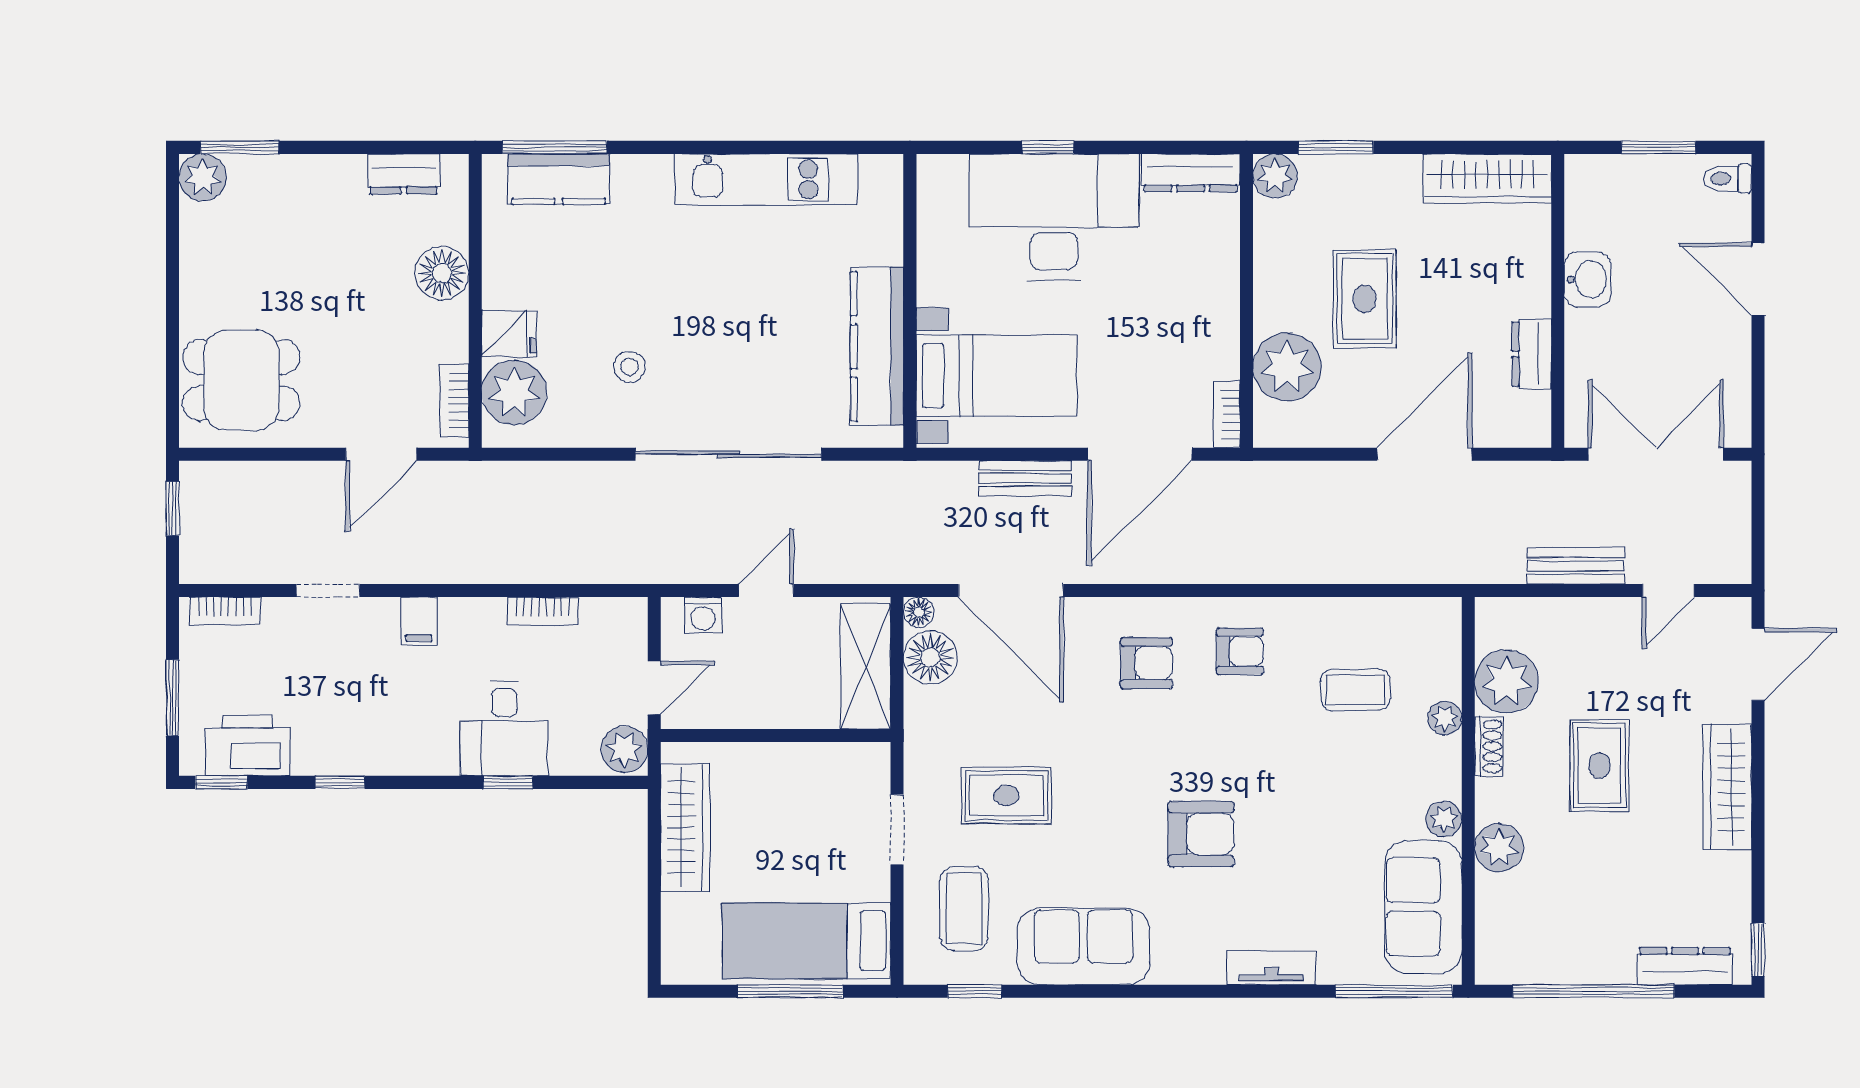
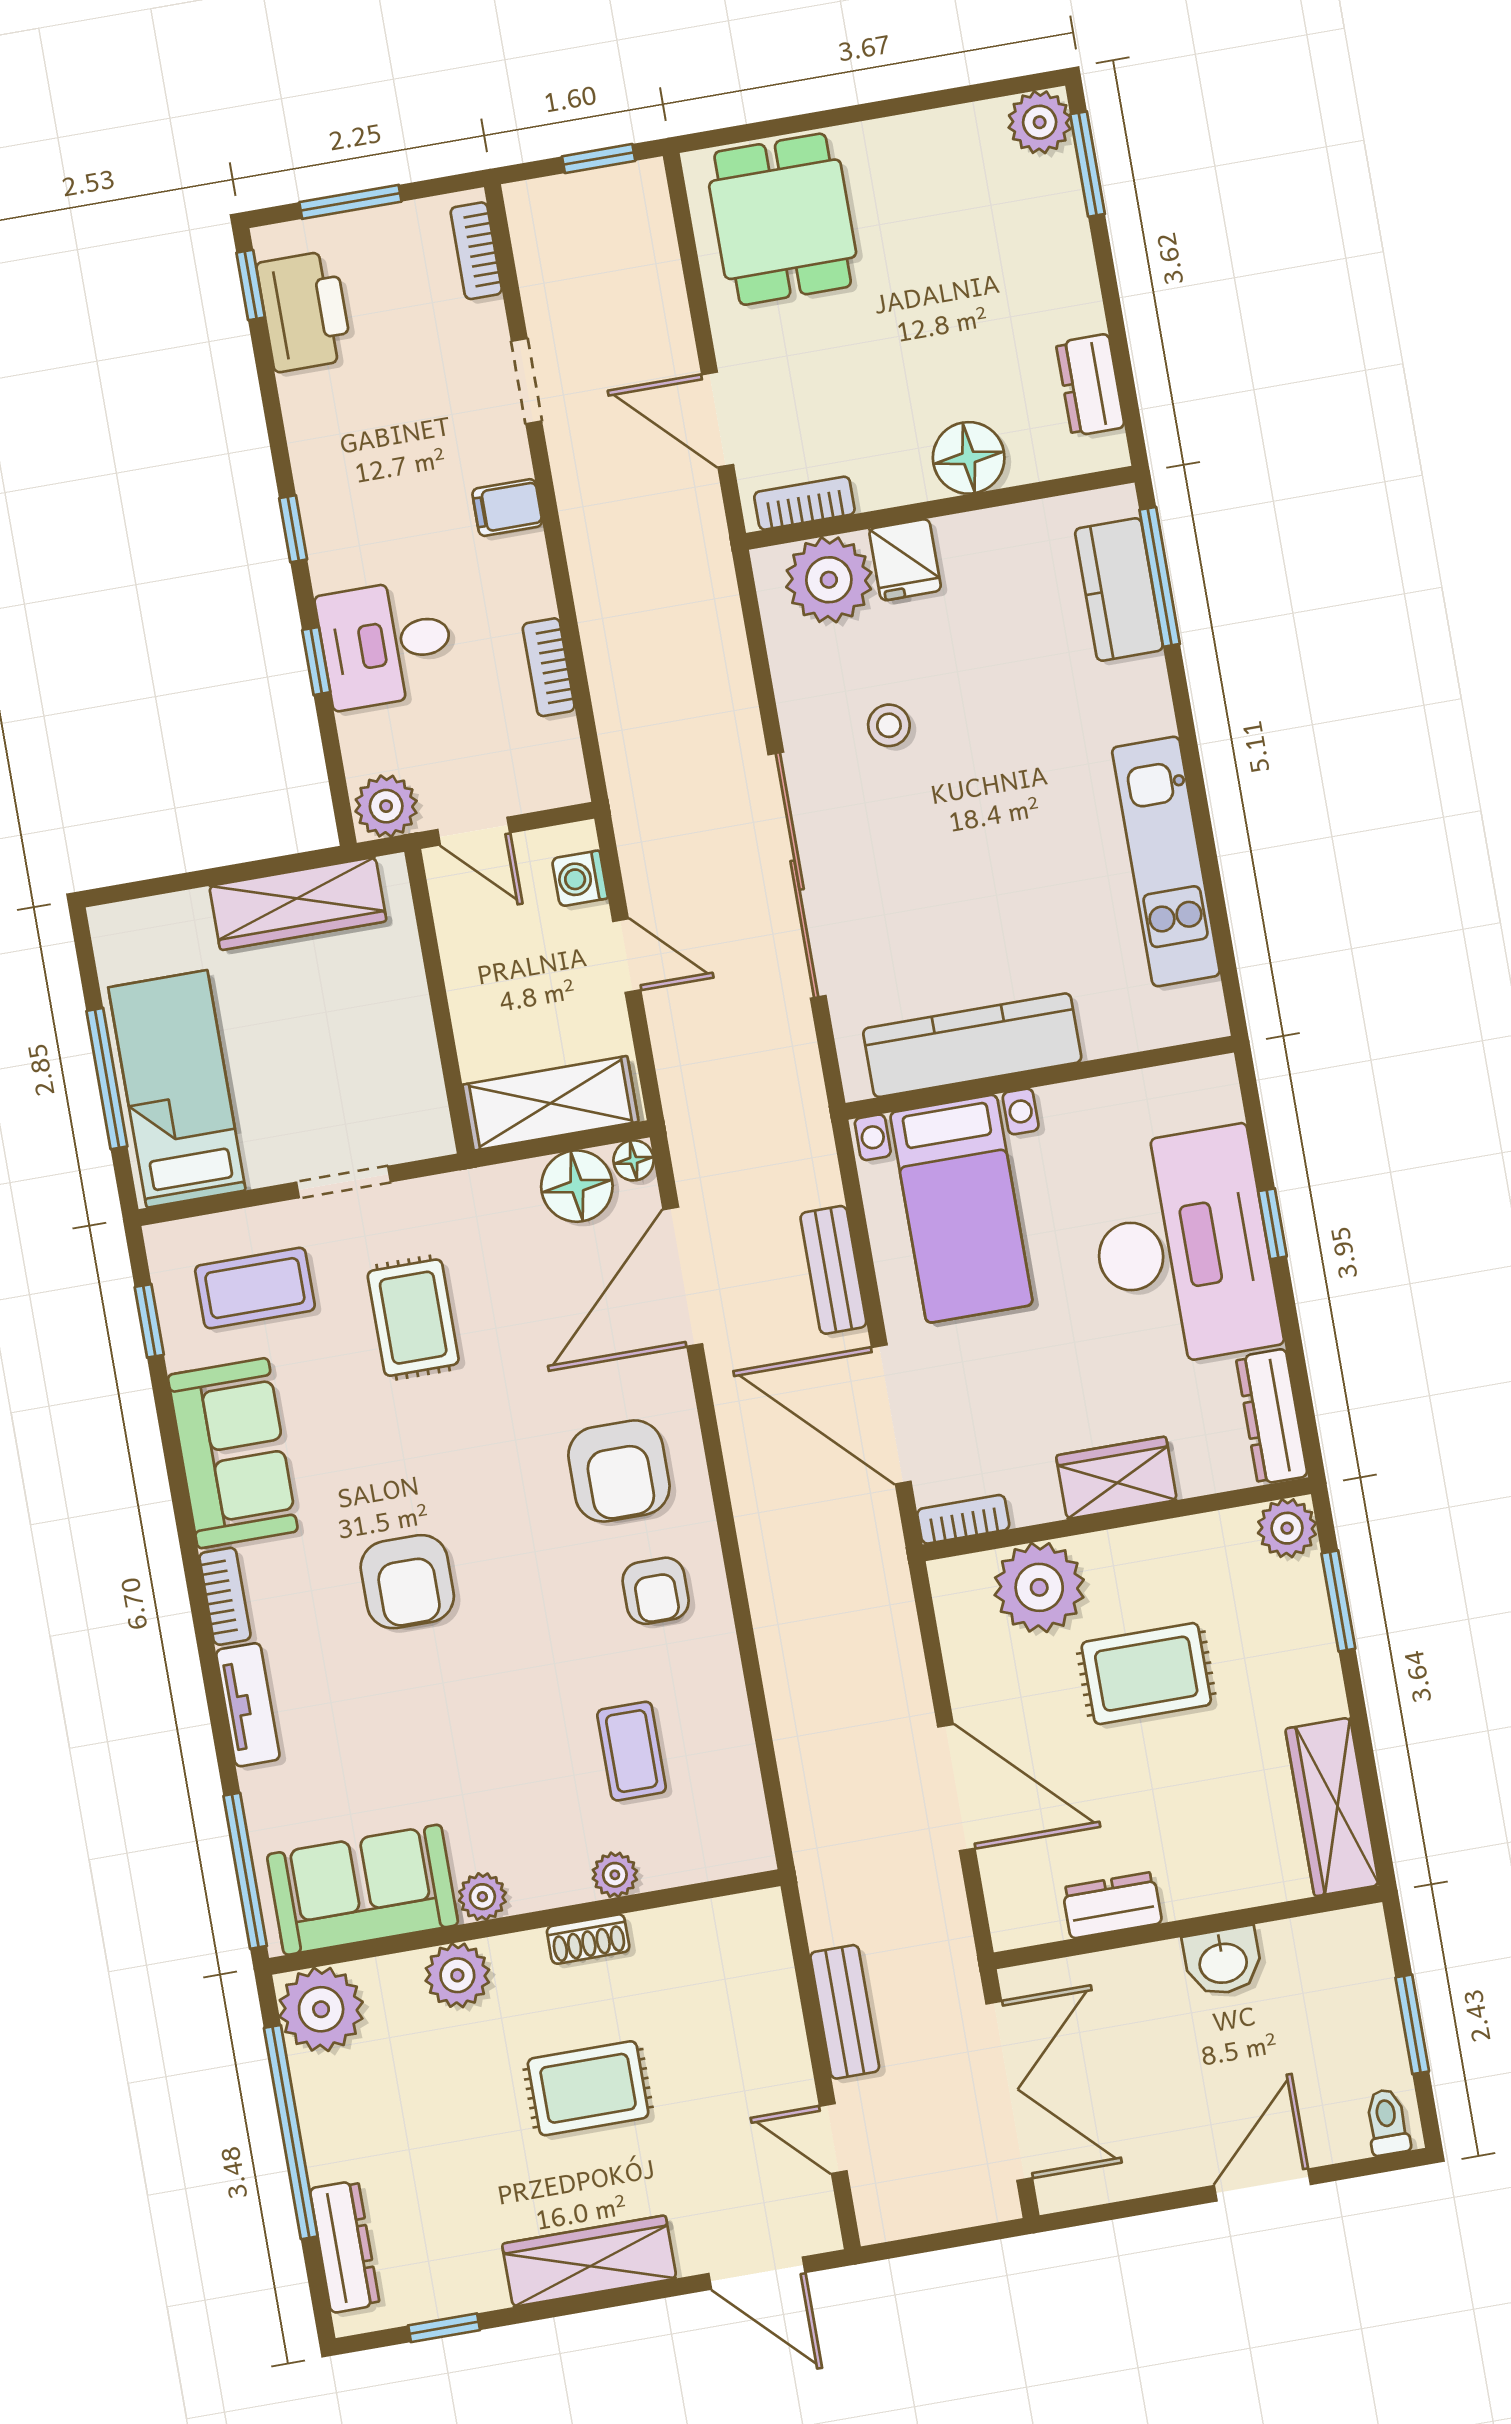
wardrobe: (1216, 296) -> (1116, 1478), added
armchair: (1146, 663) -> (619, 1471), width x1.38, depth x1.38
plant: (1506, 681) -> (321, 2009), moved
window: (340, 782) -> (293, 529), moved
window: (1758, 950) -> (444, 2328), moved
bookcase: (1188, 971) -> (225, 1596), added

